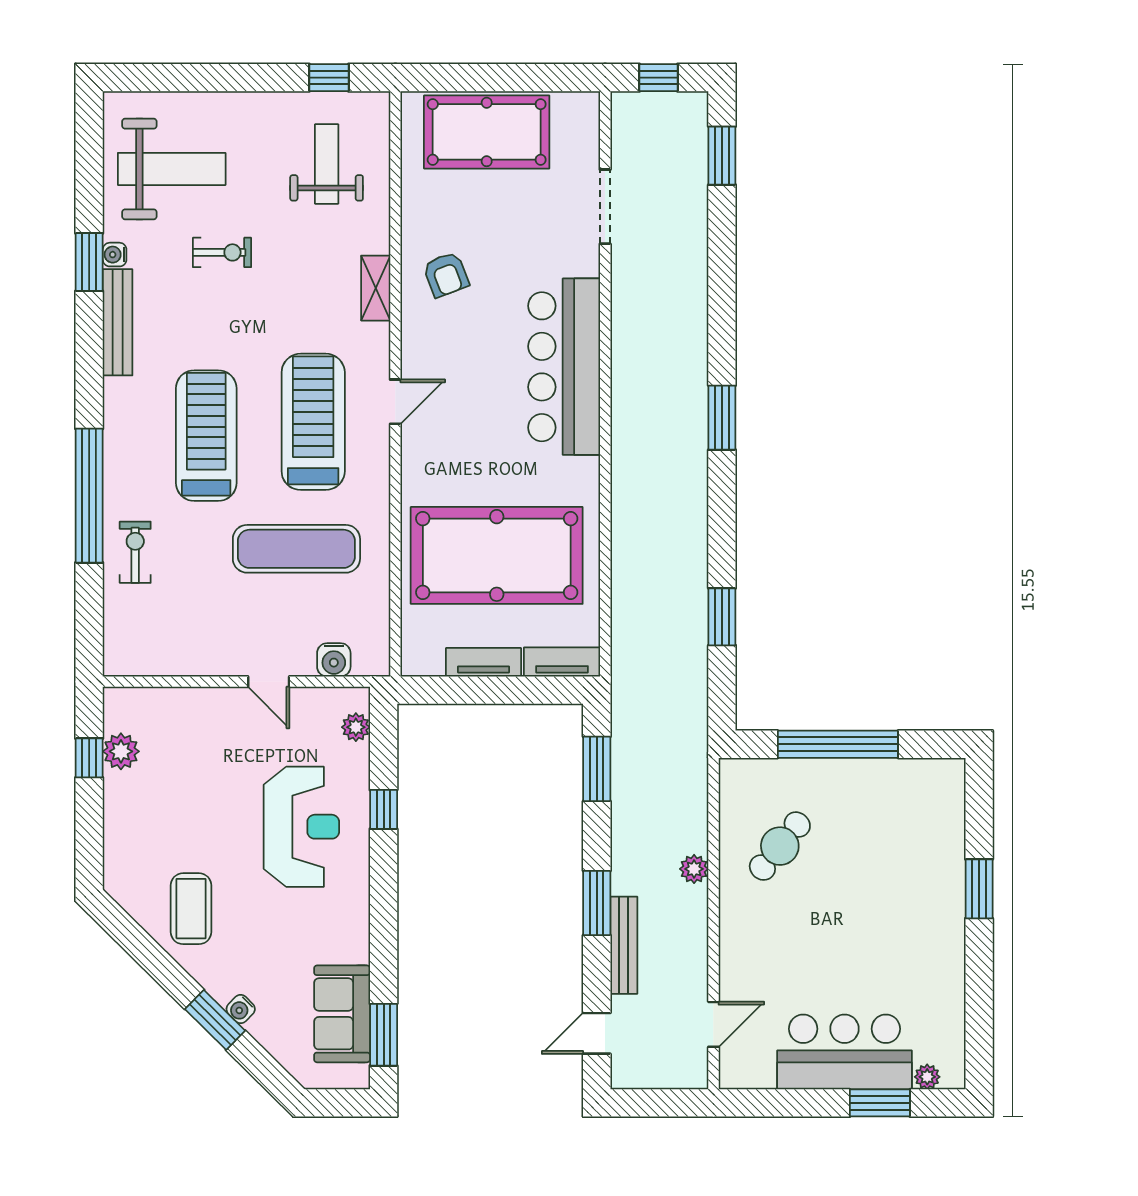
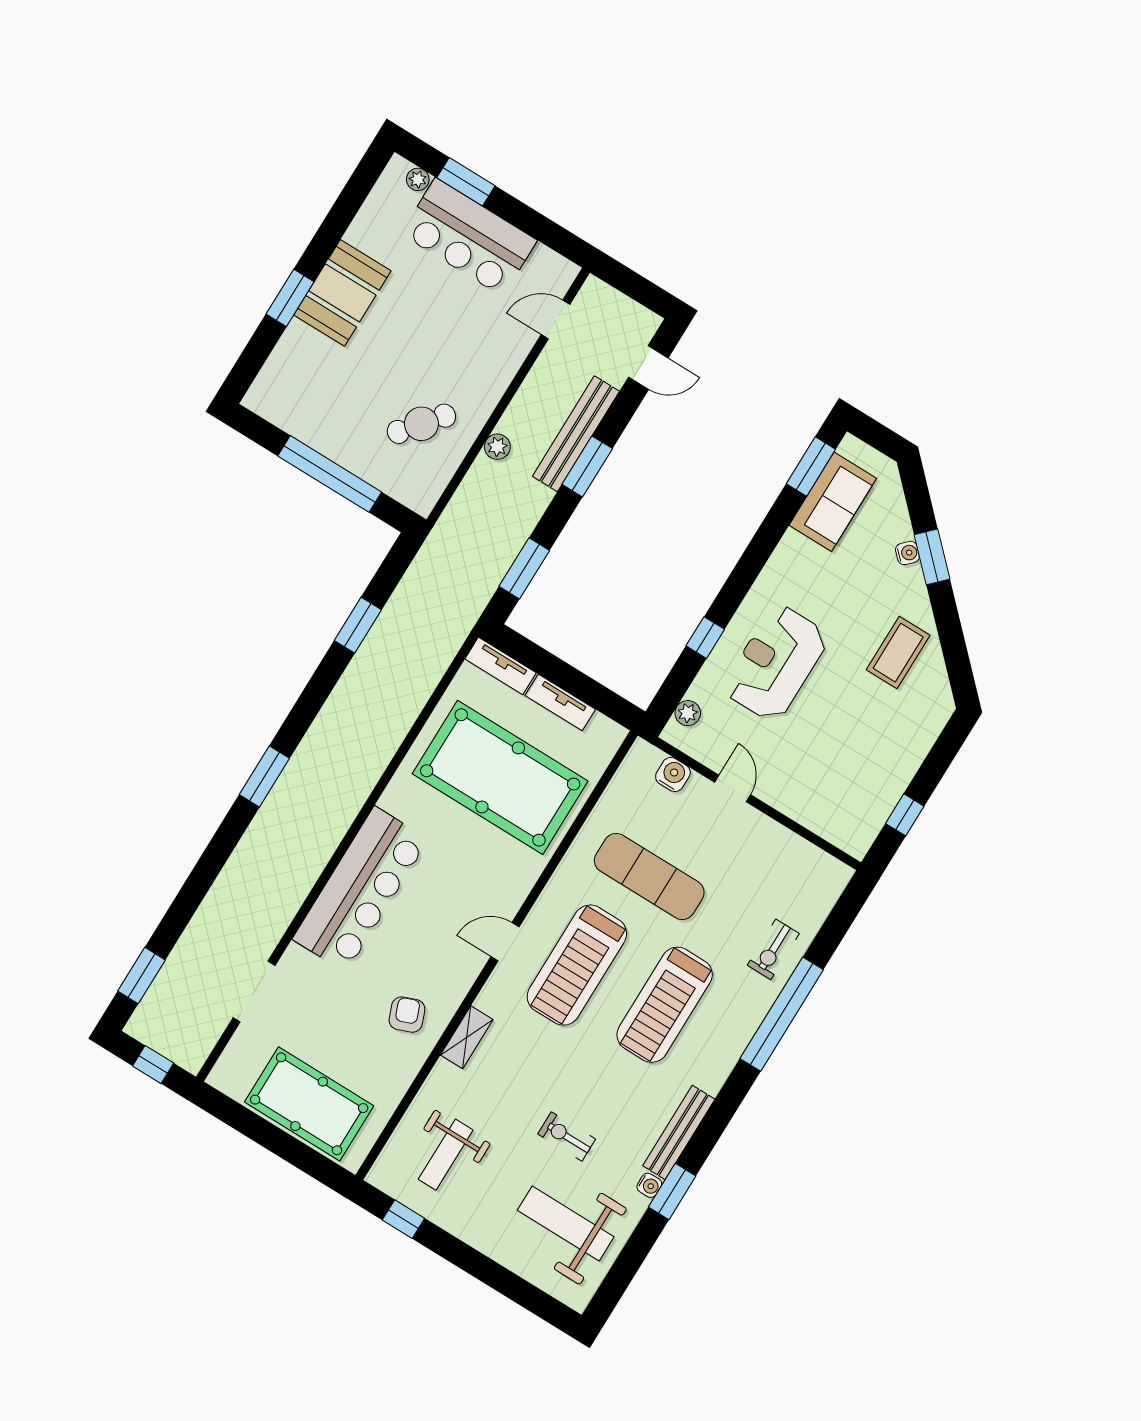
plant: (121, 751) -> (878, 805), removed
booth: (932, 924) -> (342, 293), added
bench: (624, 945) -> (576, 434), width x1.37, depth x1.21

